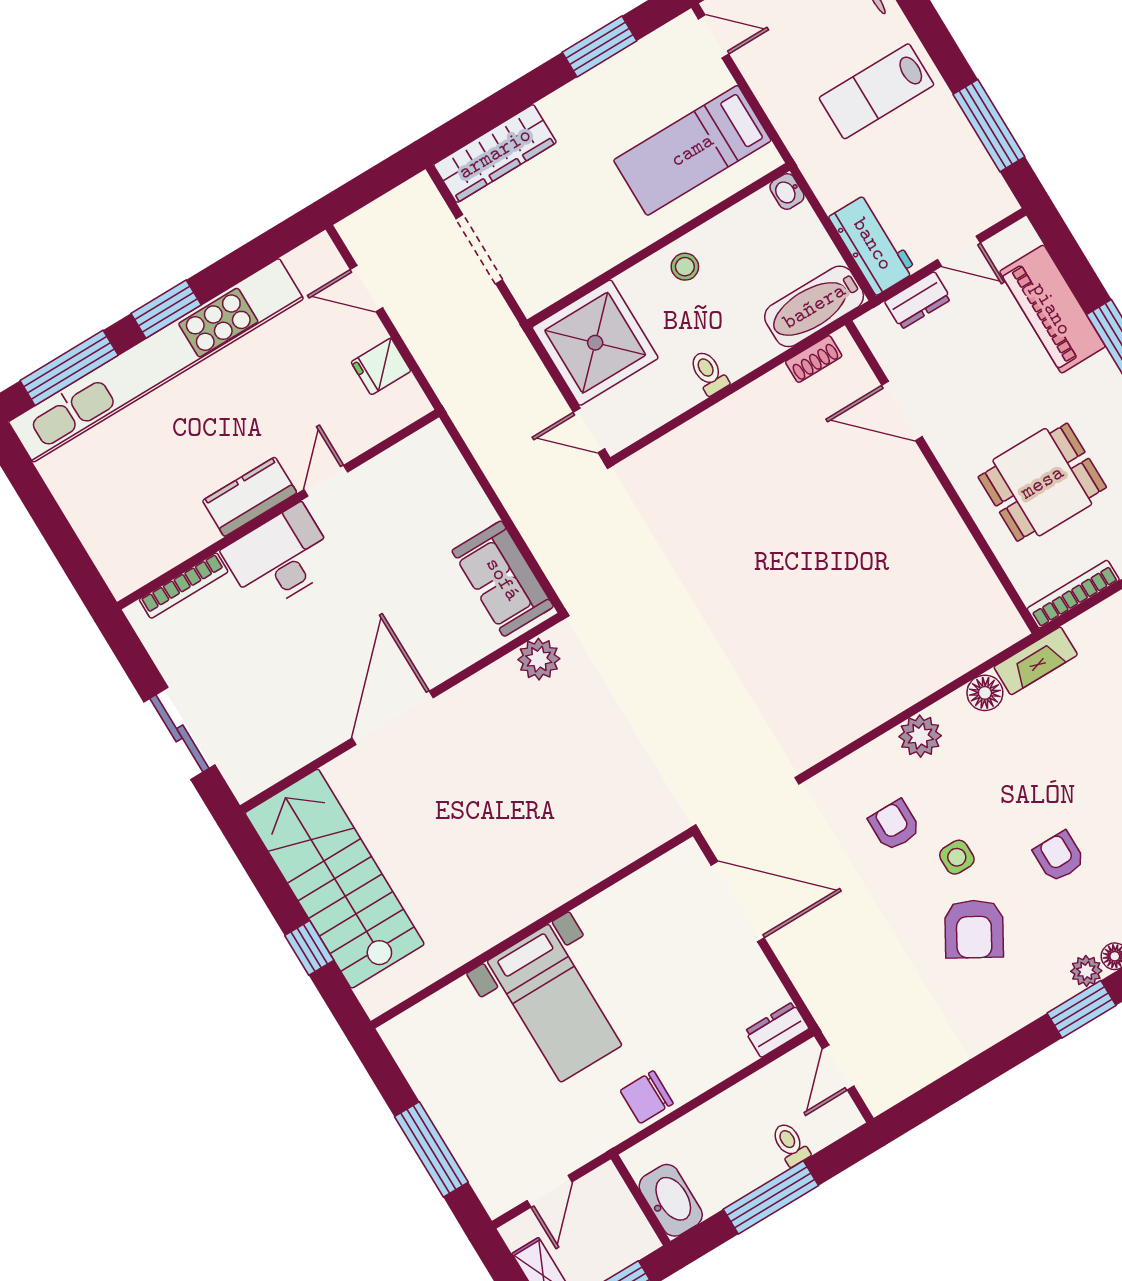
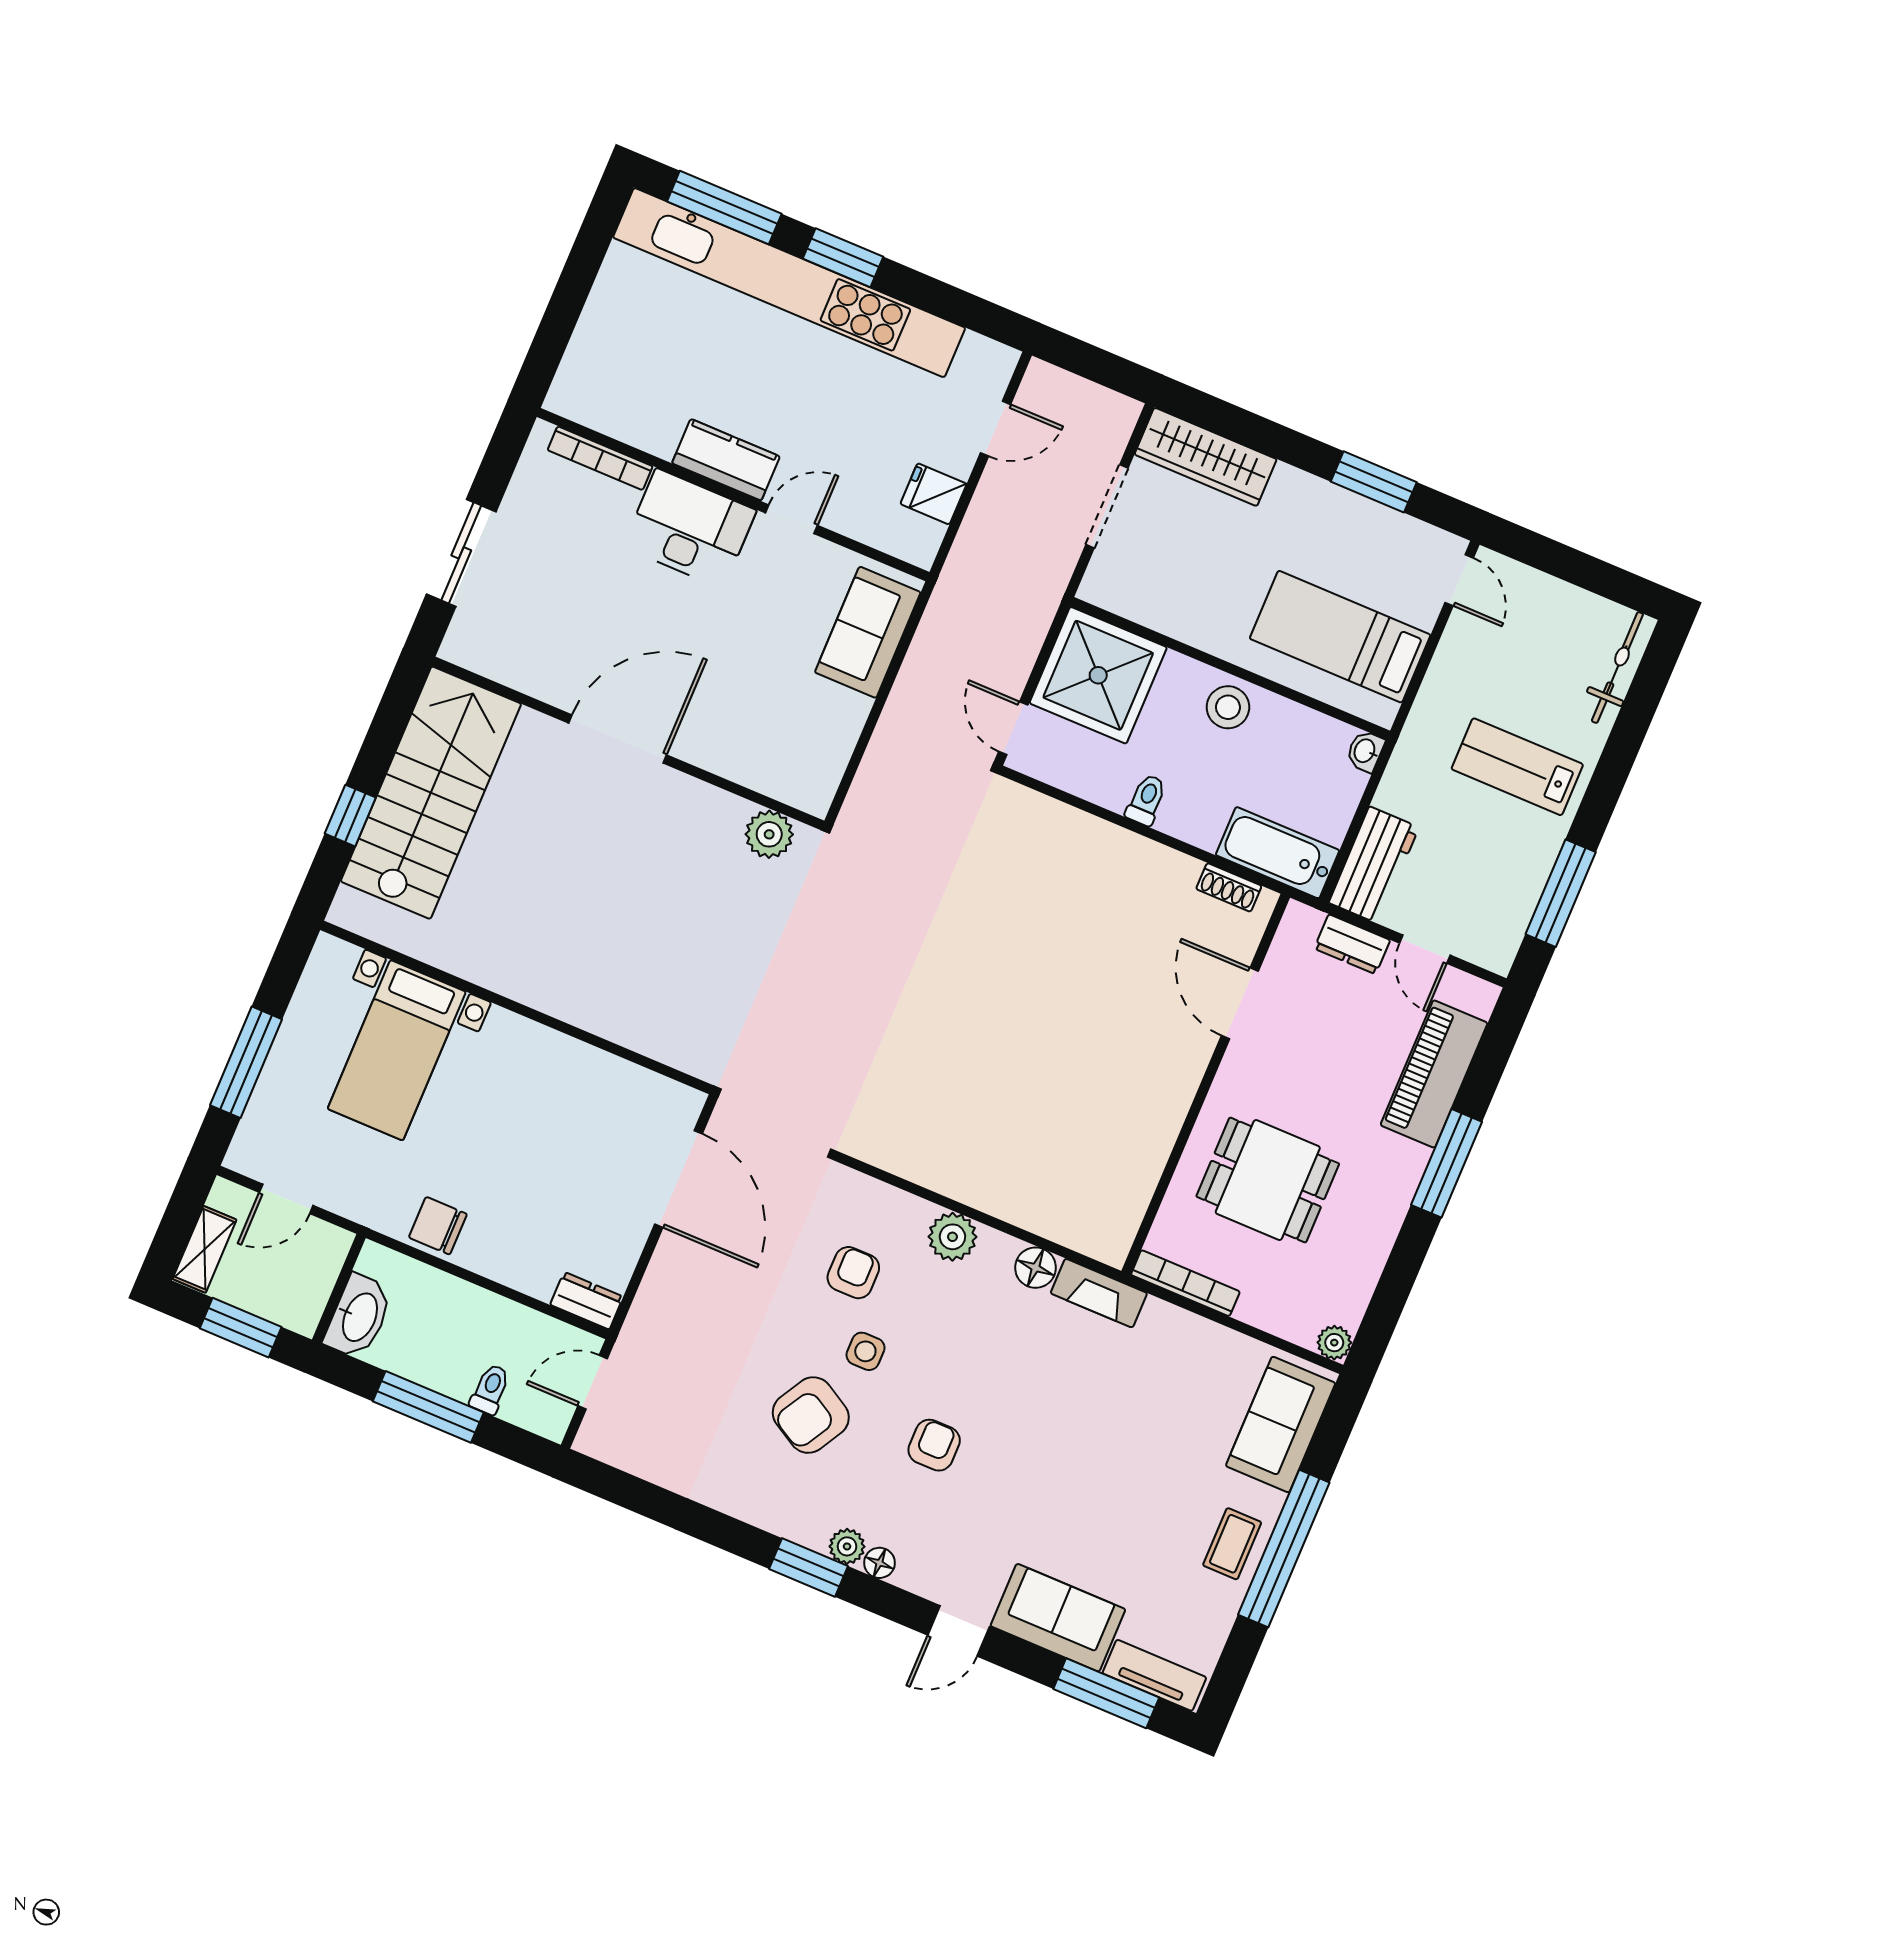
stool: (685, 267) -> (1228, 707), width x1.37, depth x1.37
door: (366, 289) -> (995, 429), swing flipped
sofa: (503, 579) -> (868, 632), moved
bed with nightstands: (555, 1003) -> (397, 1050), moved

